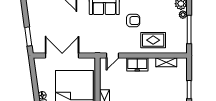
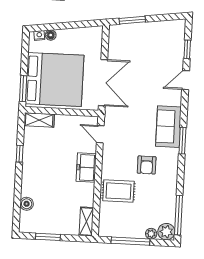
rug: (153, 40) -> (118, 191), turned 90
double door: (62, 55) -> (103, 83), moved
shelving: (166, 62) -> (86, 222), moved

